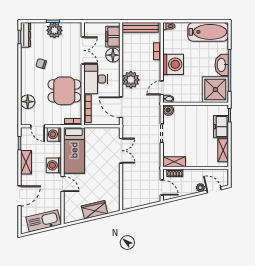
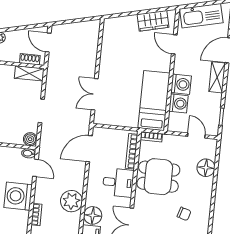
desk: (96, 79) -> (118, 182), width x0.73
plant: (131, 80) -> (71, 201), moved
door: (162, 88) -> (35, 168), hinge flipped
door: (121, 107) -> (89, 149), swing flipped
washing machine: (54, 134) -> (179, 103), moved
shelving: (26, 162) -> (217, 77), moved
door: (62, 184) -> (174, 44), moved
wardrobe: (95, 210) -> (153, 21), moved

